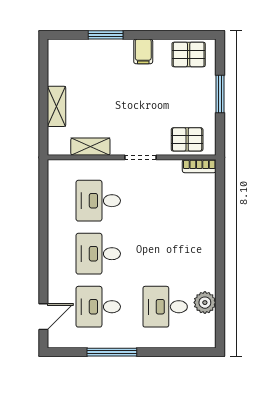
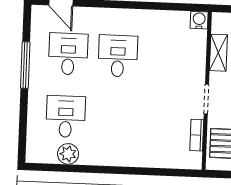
bookcase: (199, 166) -> (197, 135), moved
water cooler: (57, 169) -> (199, 20), added
desk: (98, 201) -> (167, 58), removed

